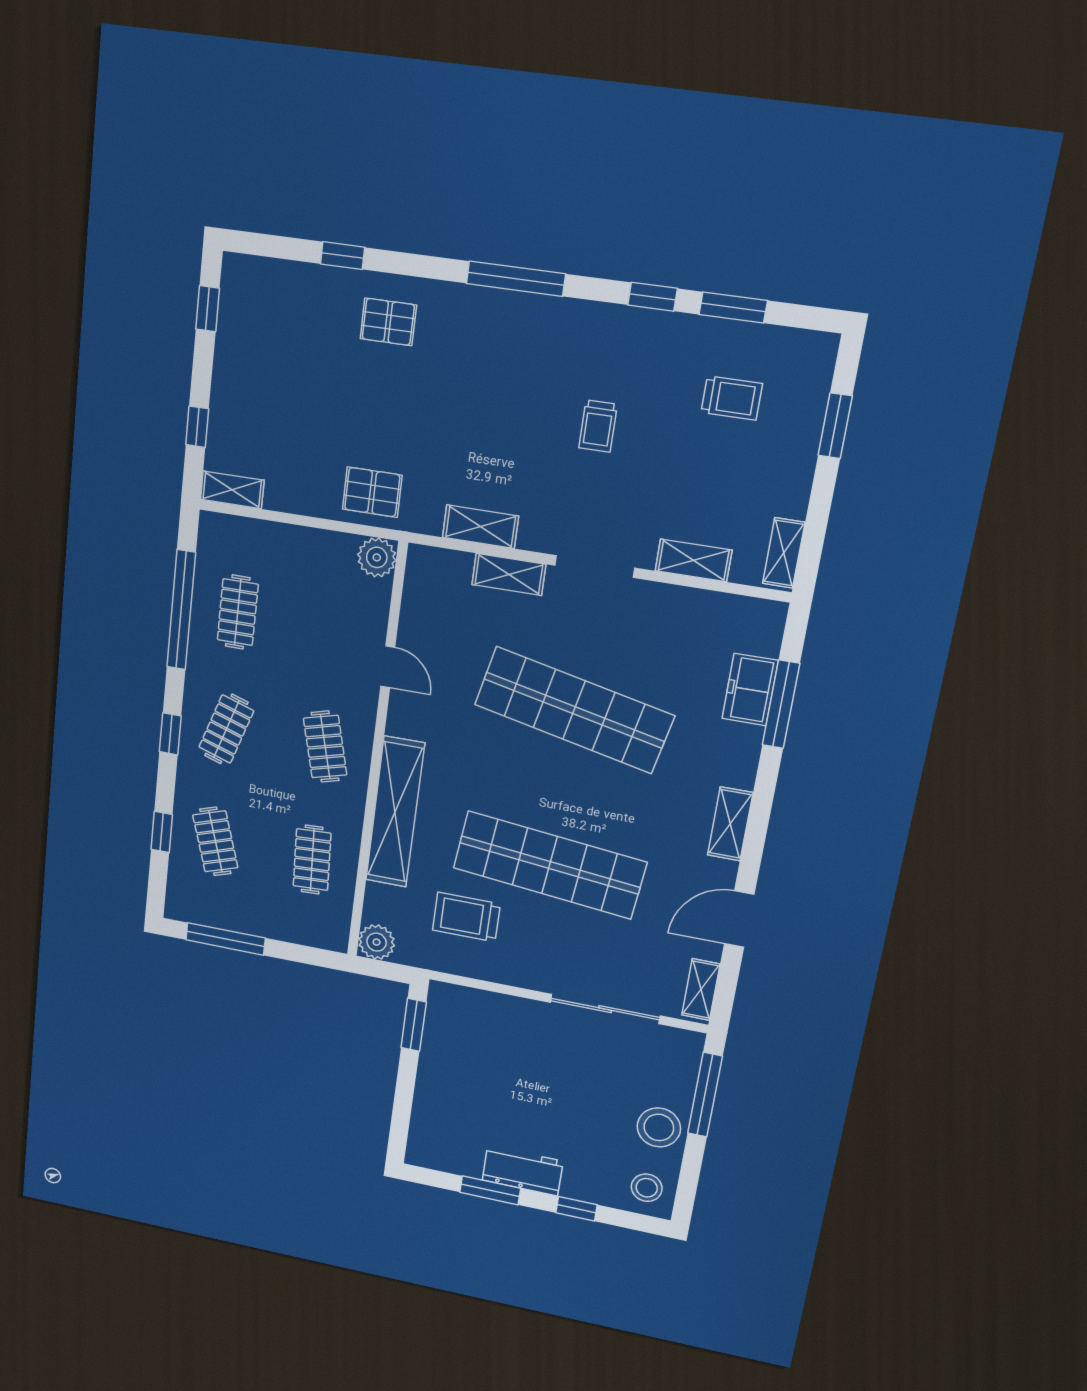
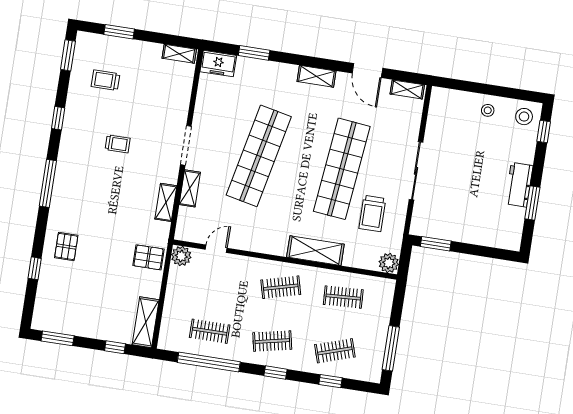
window: (733, 307) -> (68, 55), moved
window: (208, 309) -> (58, 338), width x1.50
trolley: (732, 398) -> (106, 80), turned -90
shelving: (232, 490) -> (146, 322), width x1.50, depth x1.33
pallet: (372, 492) -> (148, 257), turned 90
shelving: (694, 560) -> (183, 97), removed
door: (388, 667) -> (216, 249), moved
freezer: (750, 690) -> (218, 64), moved
window: (781, 704) -> (254, 53), width x0.69
clothes rail: (226, 729) -> (272, 341), turned -30
shelving: (395, 812) -> (315, 251), width x0.68
sliding door: (605, 1009) -> (416, 171), moved
window: (705, 1095) -> (467, 86), removed
stool: (659, 1127) -> (488, 110), width x0.53, depth x0.53
window: (576, 1209) -> (544, 132), moved

